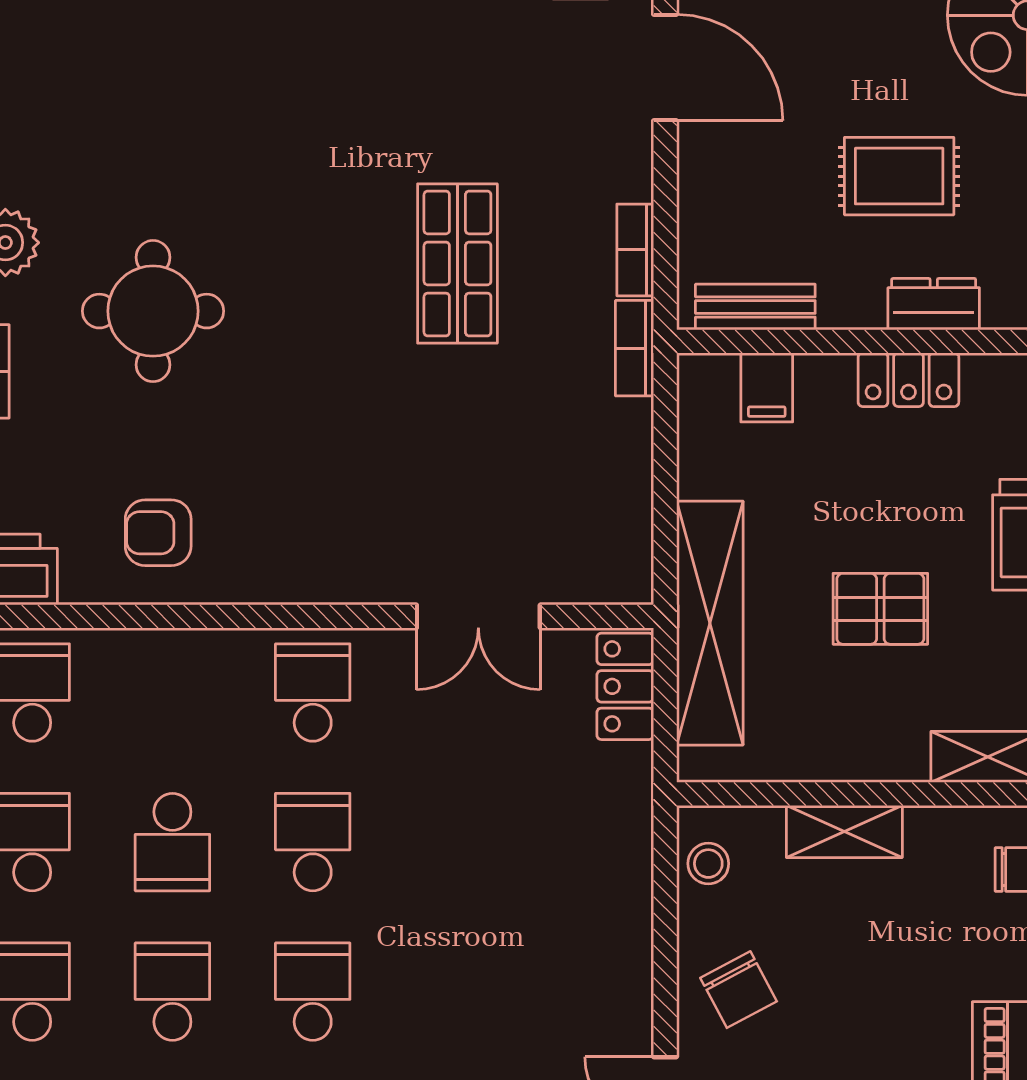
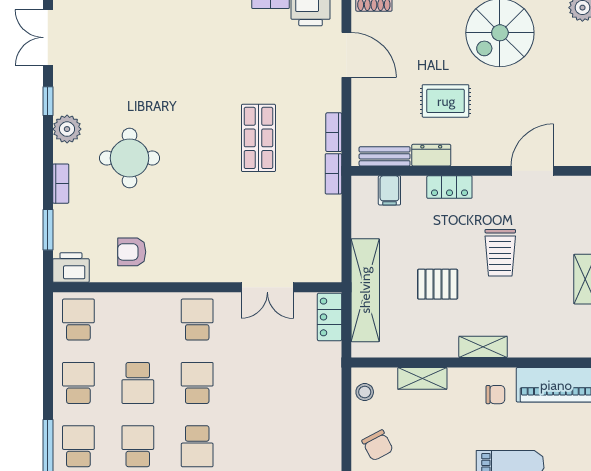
dresser: (934, 304) -> (431, 155), moved
school desk: (313, 992) -> (197, 446), turned 180

